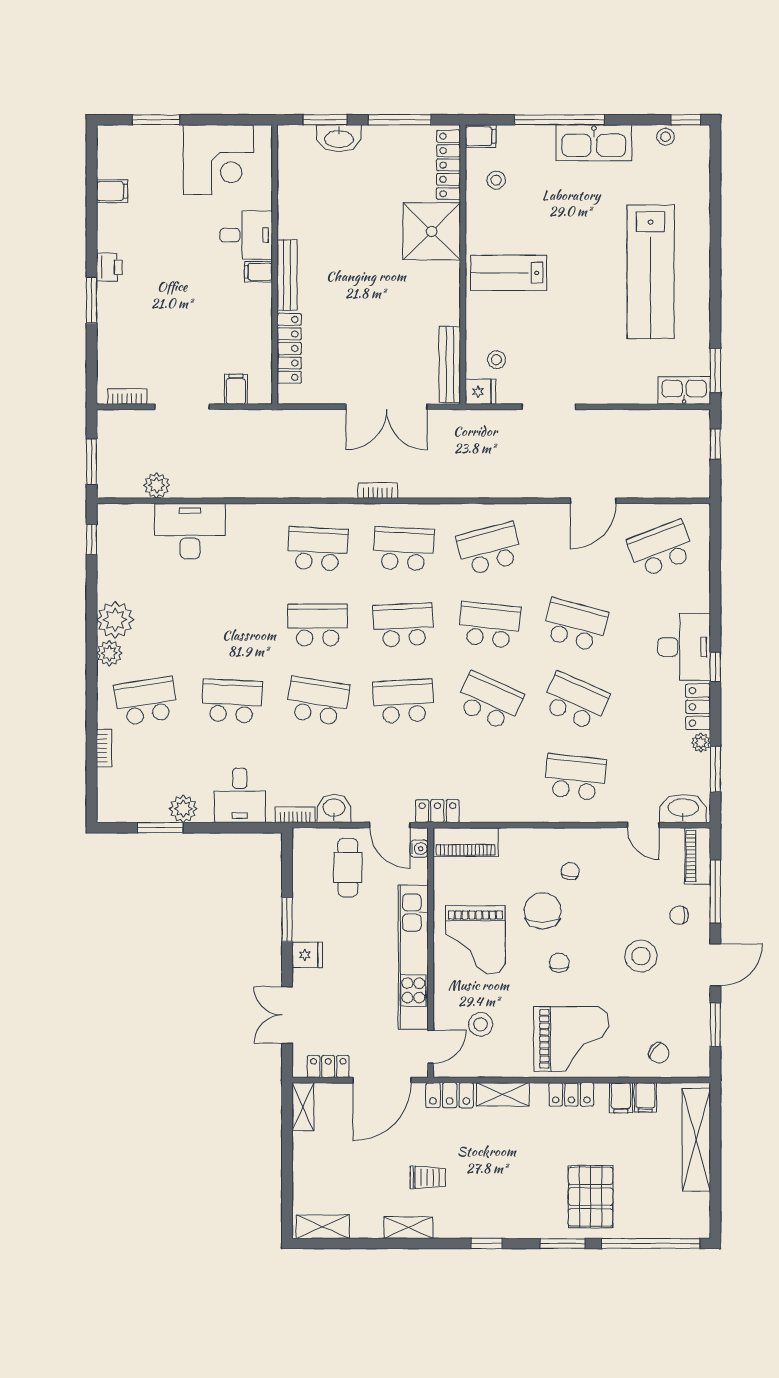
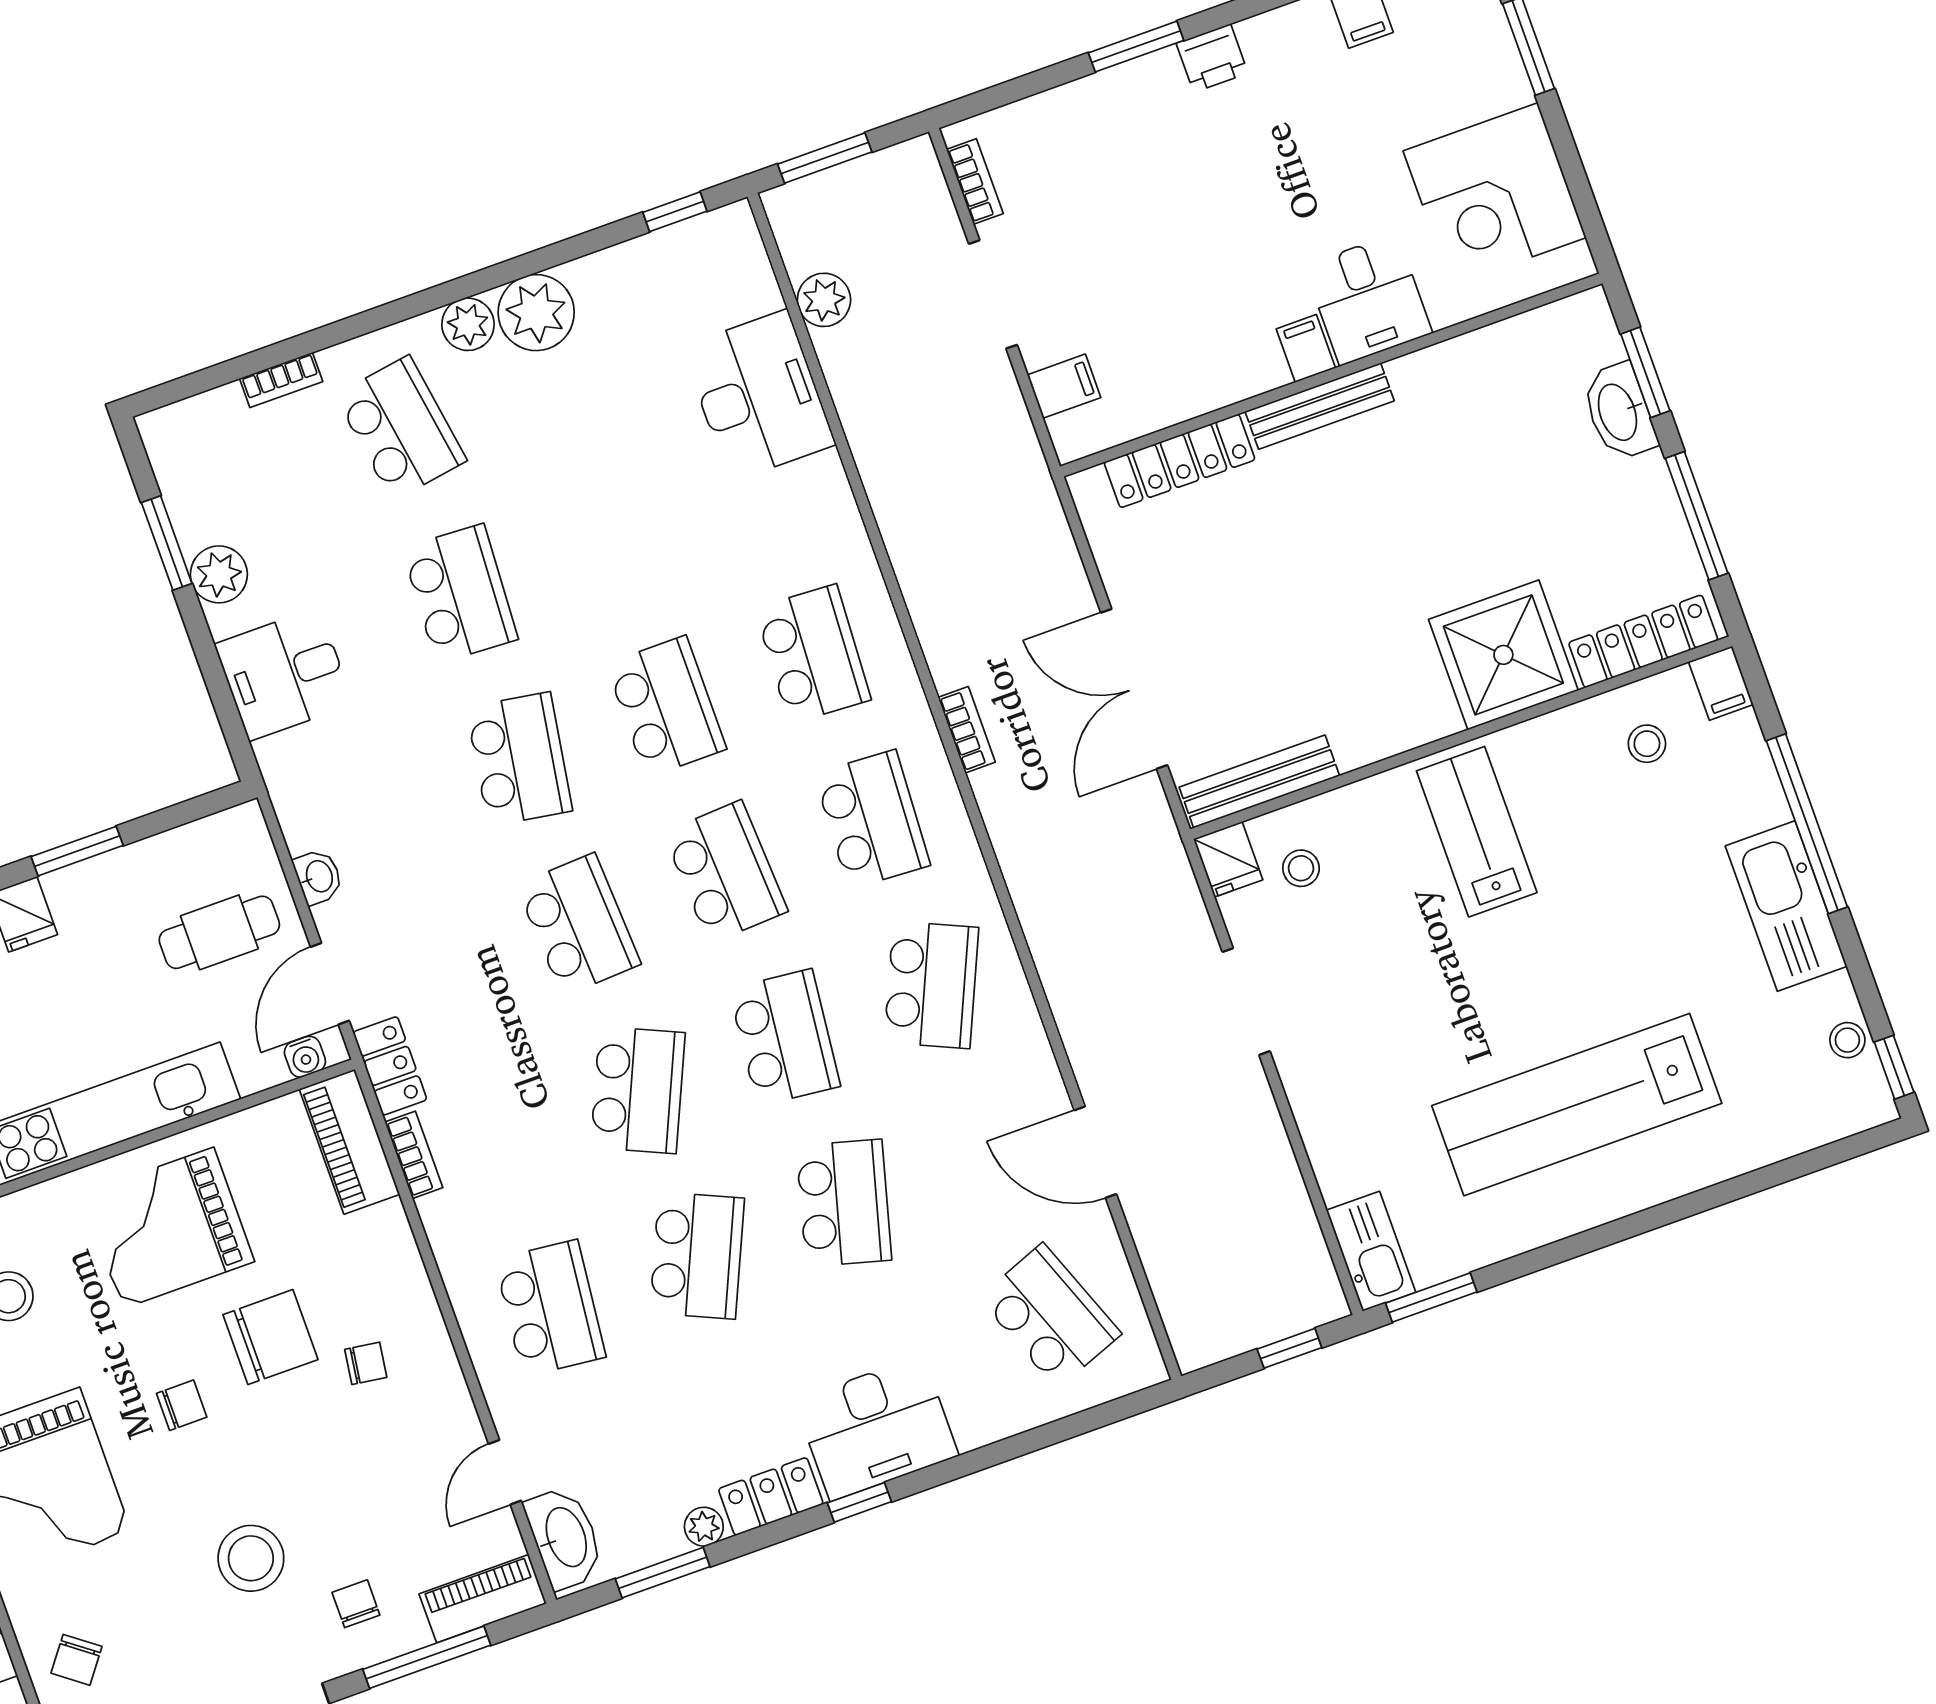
school desk: (489, 549) -> (931, 985), turned 39
washbasin: (334, 808) -> (318, 877), width x0.72, depth x0.69
bookcase: (295, 815) -> (414, 1155), moved

